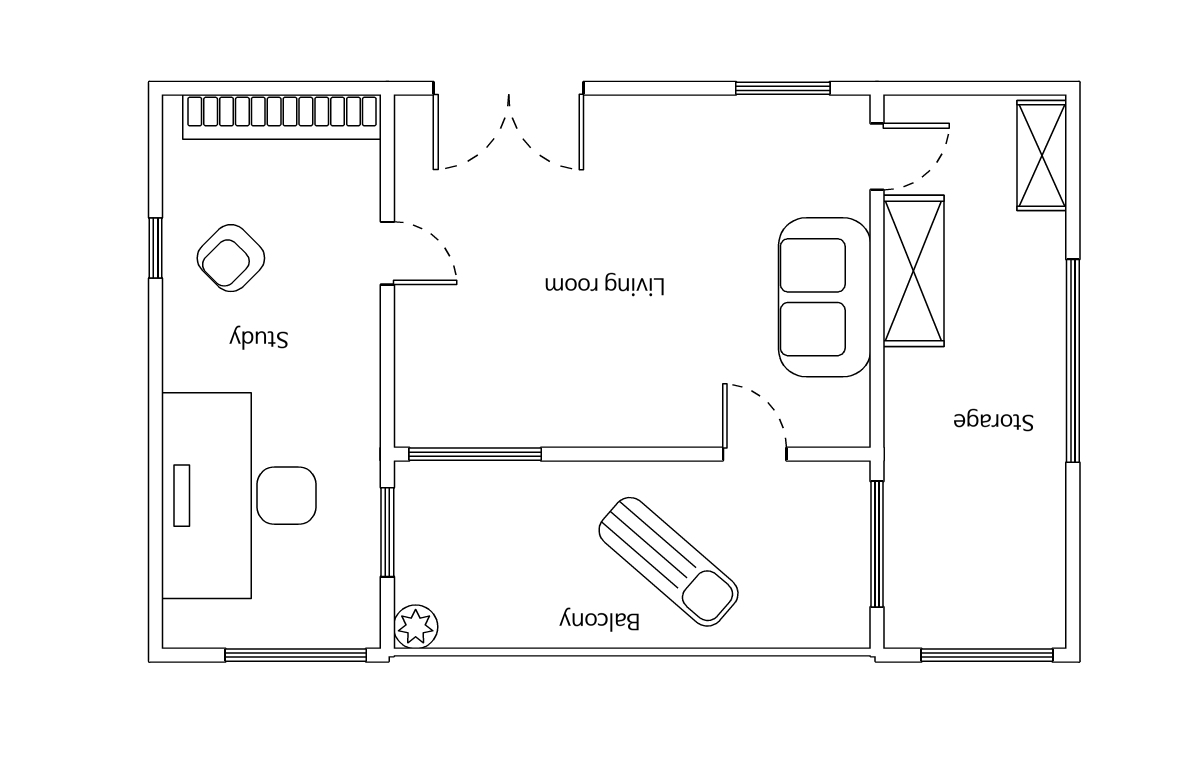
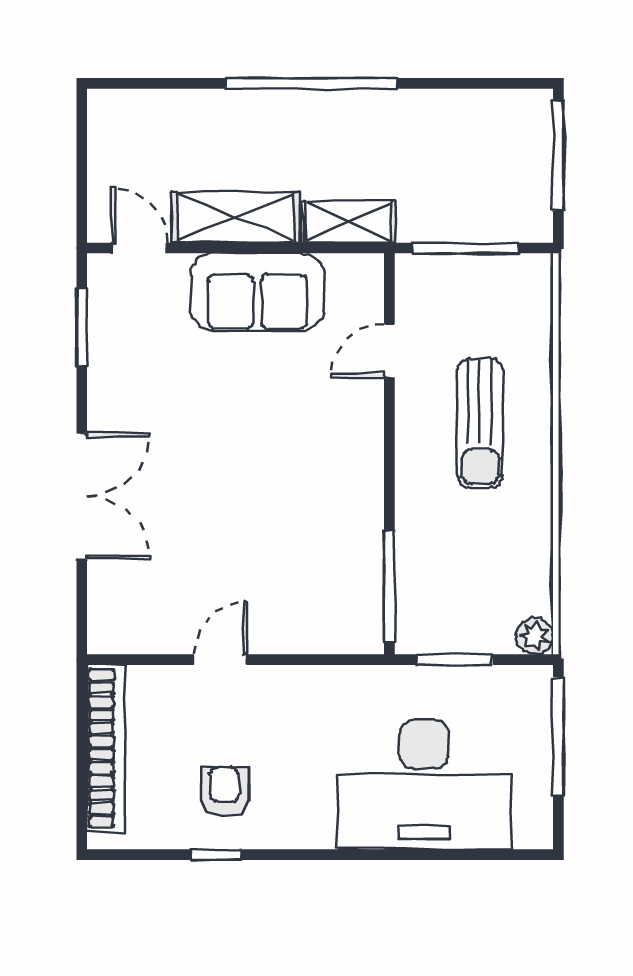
double door: (509, 88) -> (82, 496), moved
shelving: (1042, 155) -> (349, 222), moved
armchair: (231, 258) -> (225, 791), turned -135
sun lounger: (669, 562) -> (480, 423), turned 139

